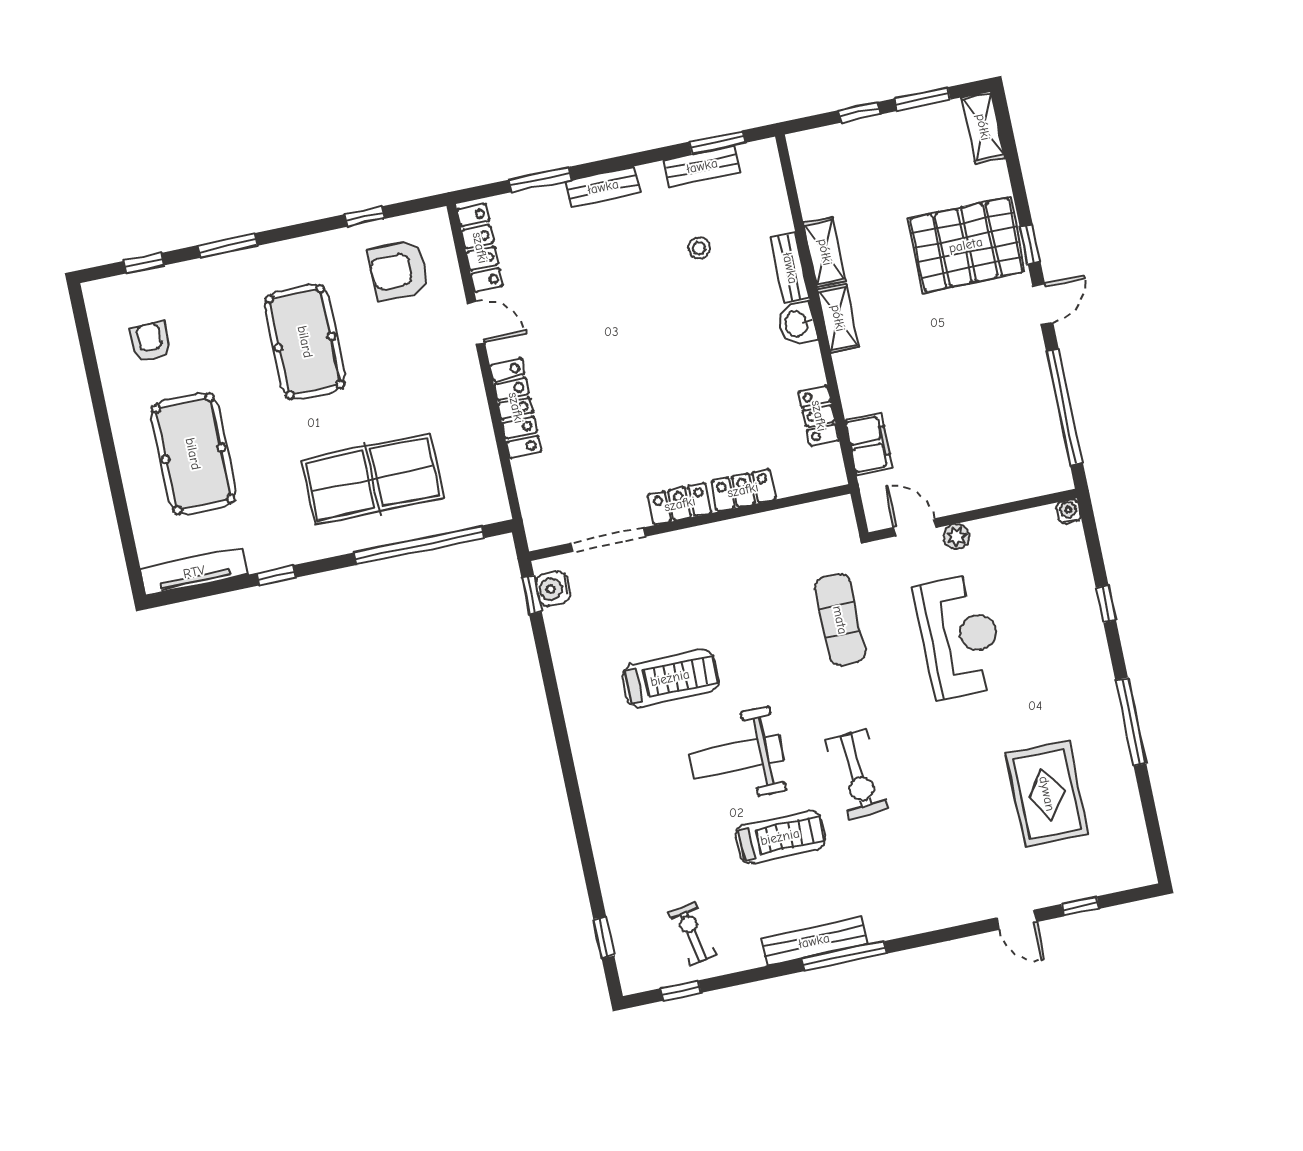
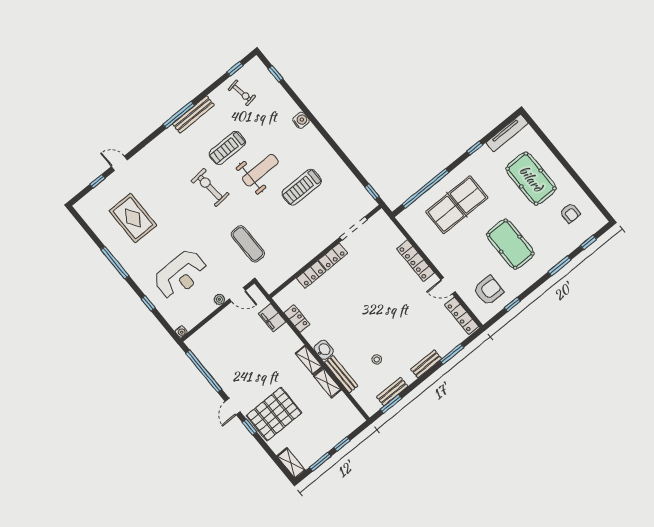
bench: (790, 268) -> (341, 374), width x1.36
water cooler: (553, 589) -> (301, 120), moved
reception desk: (959, 636) -> (181, 275), moved, turned -90

